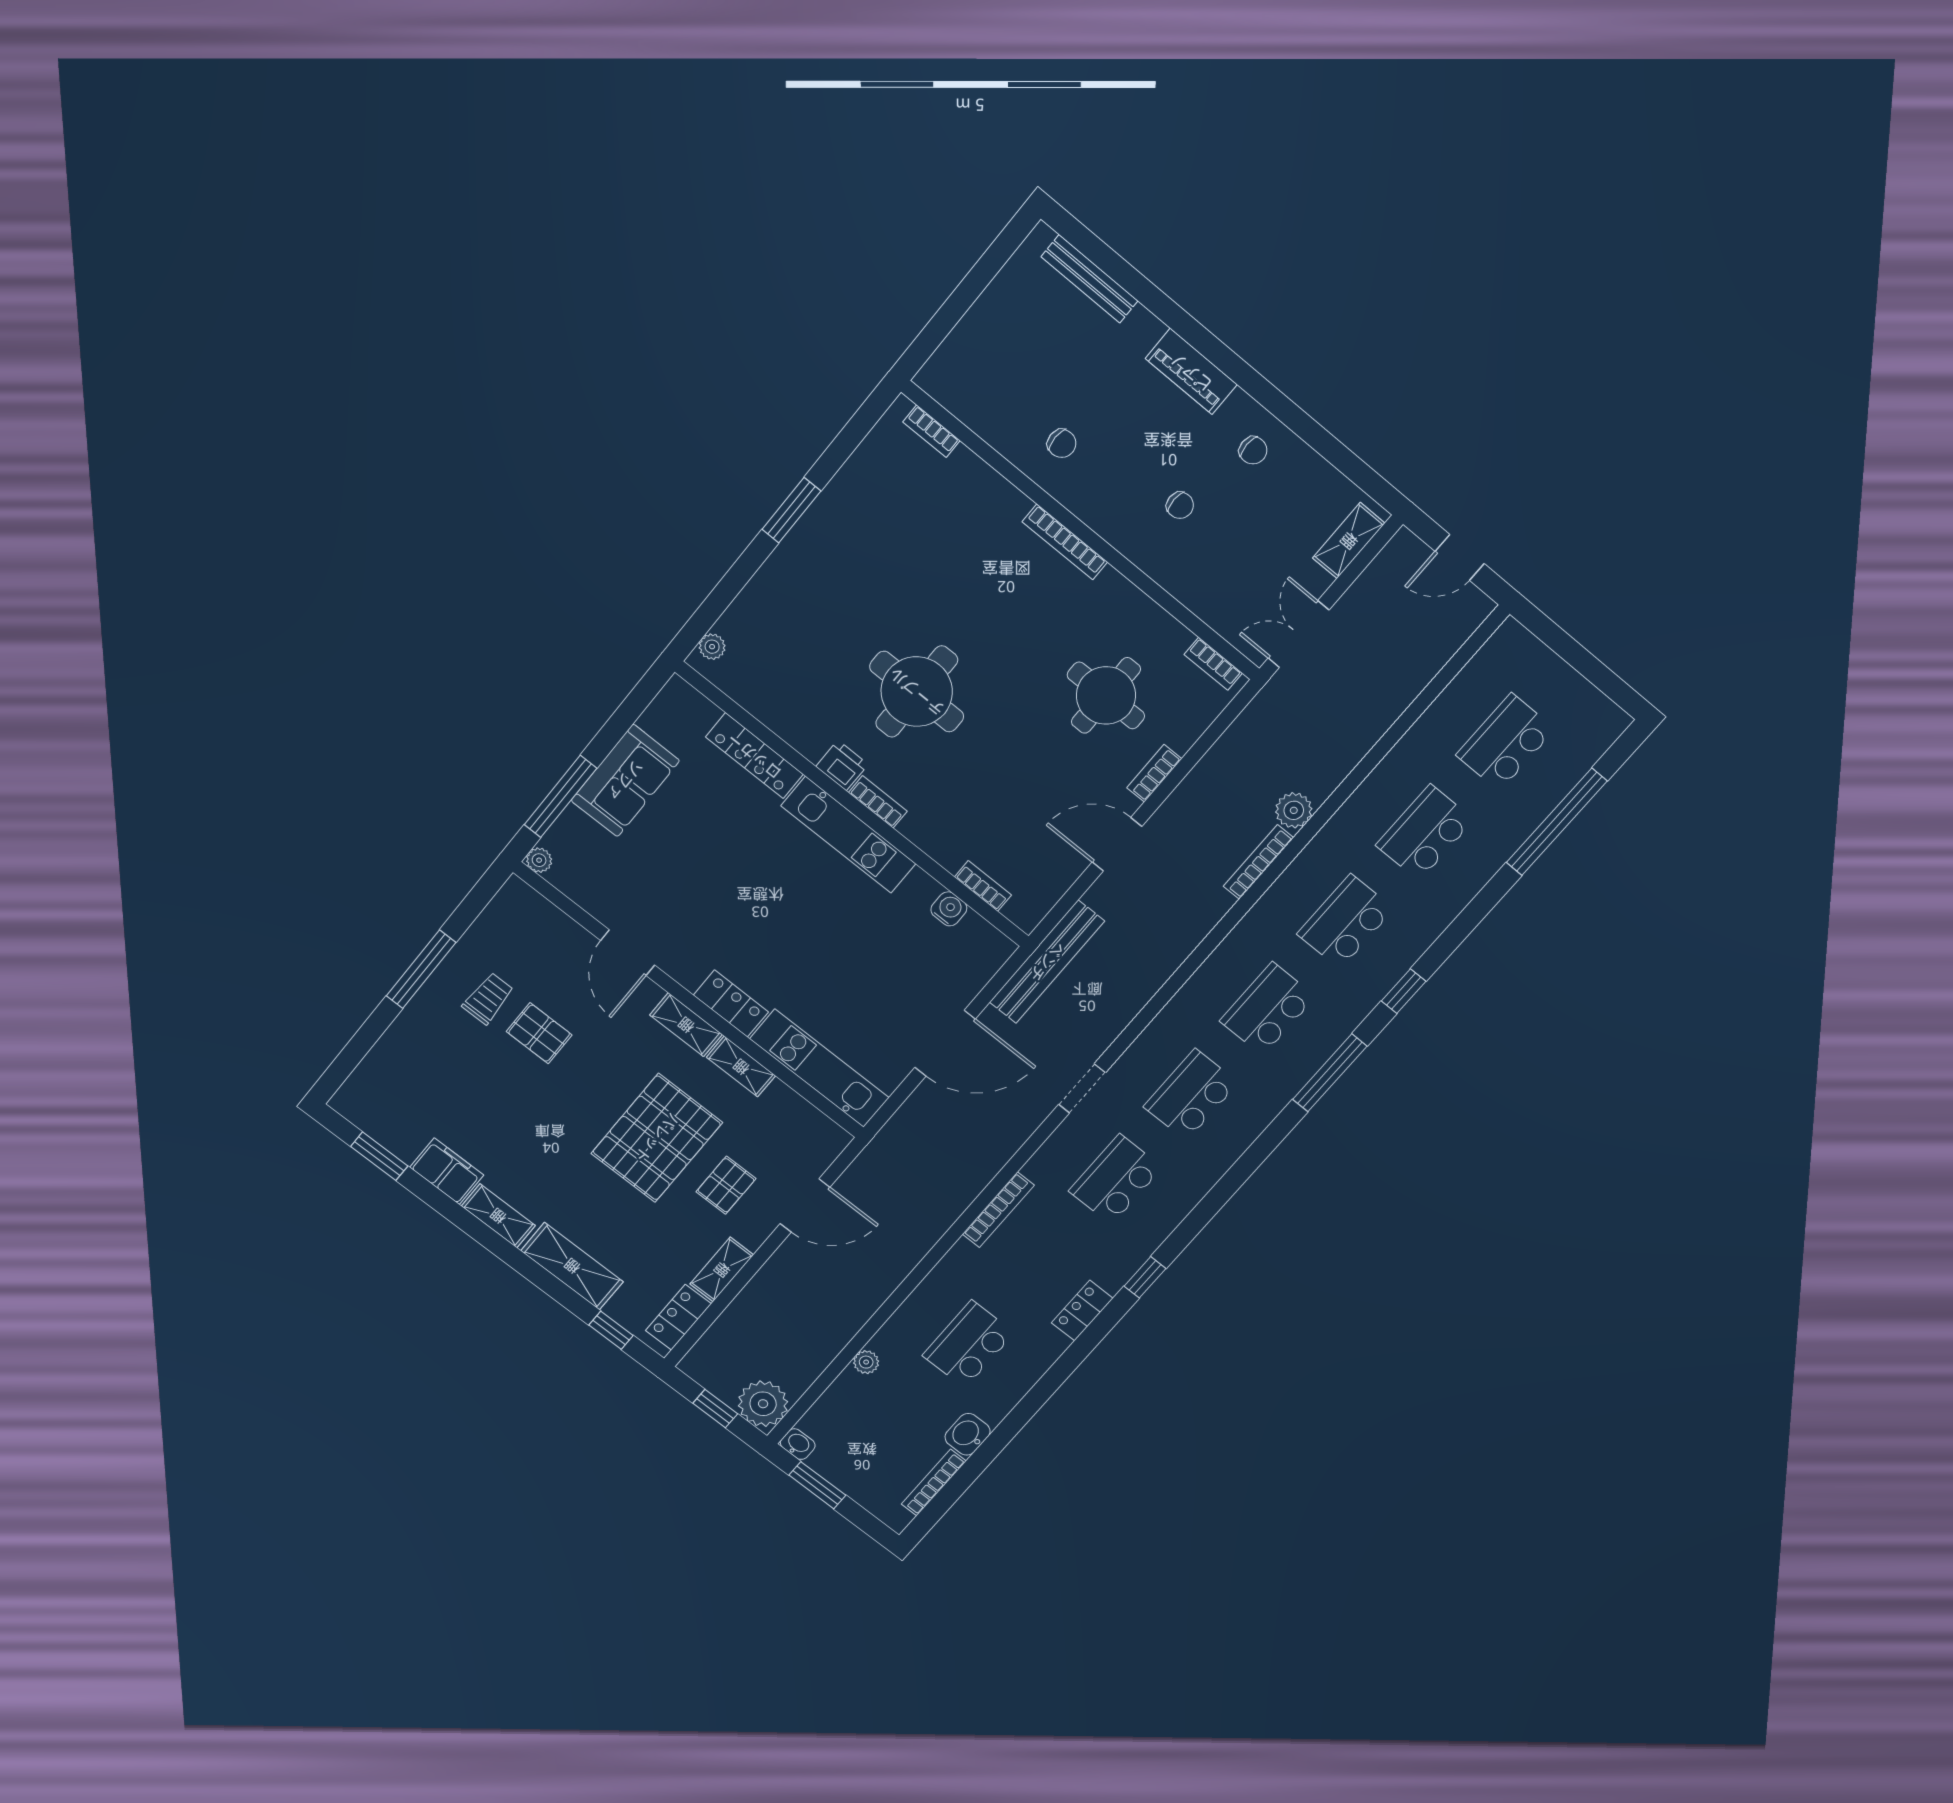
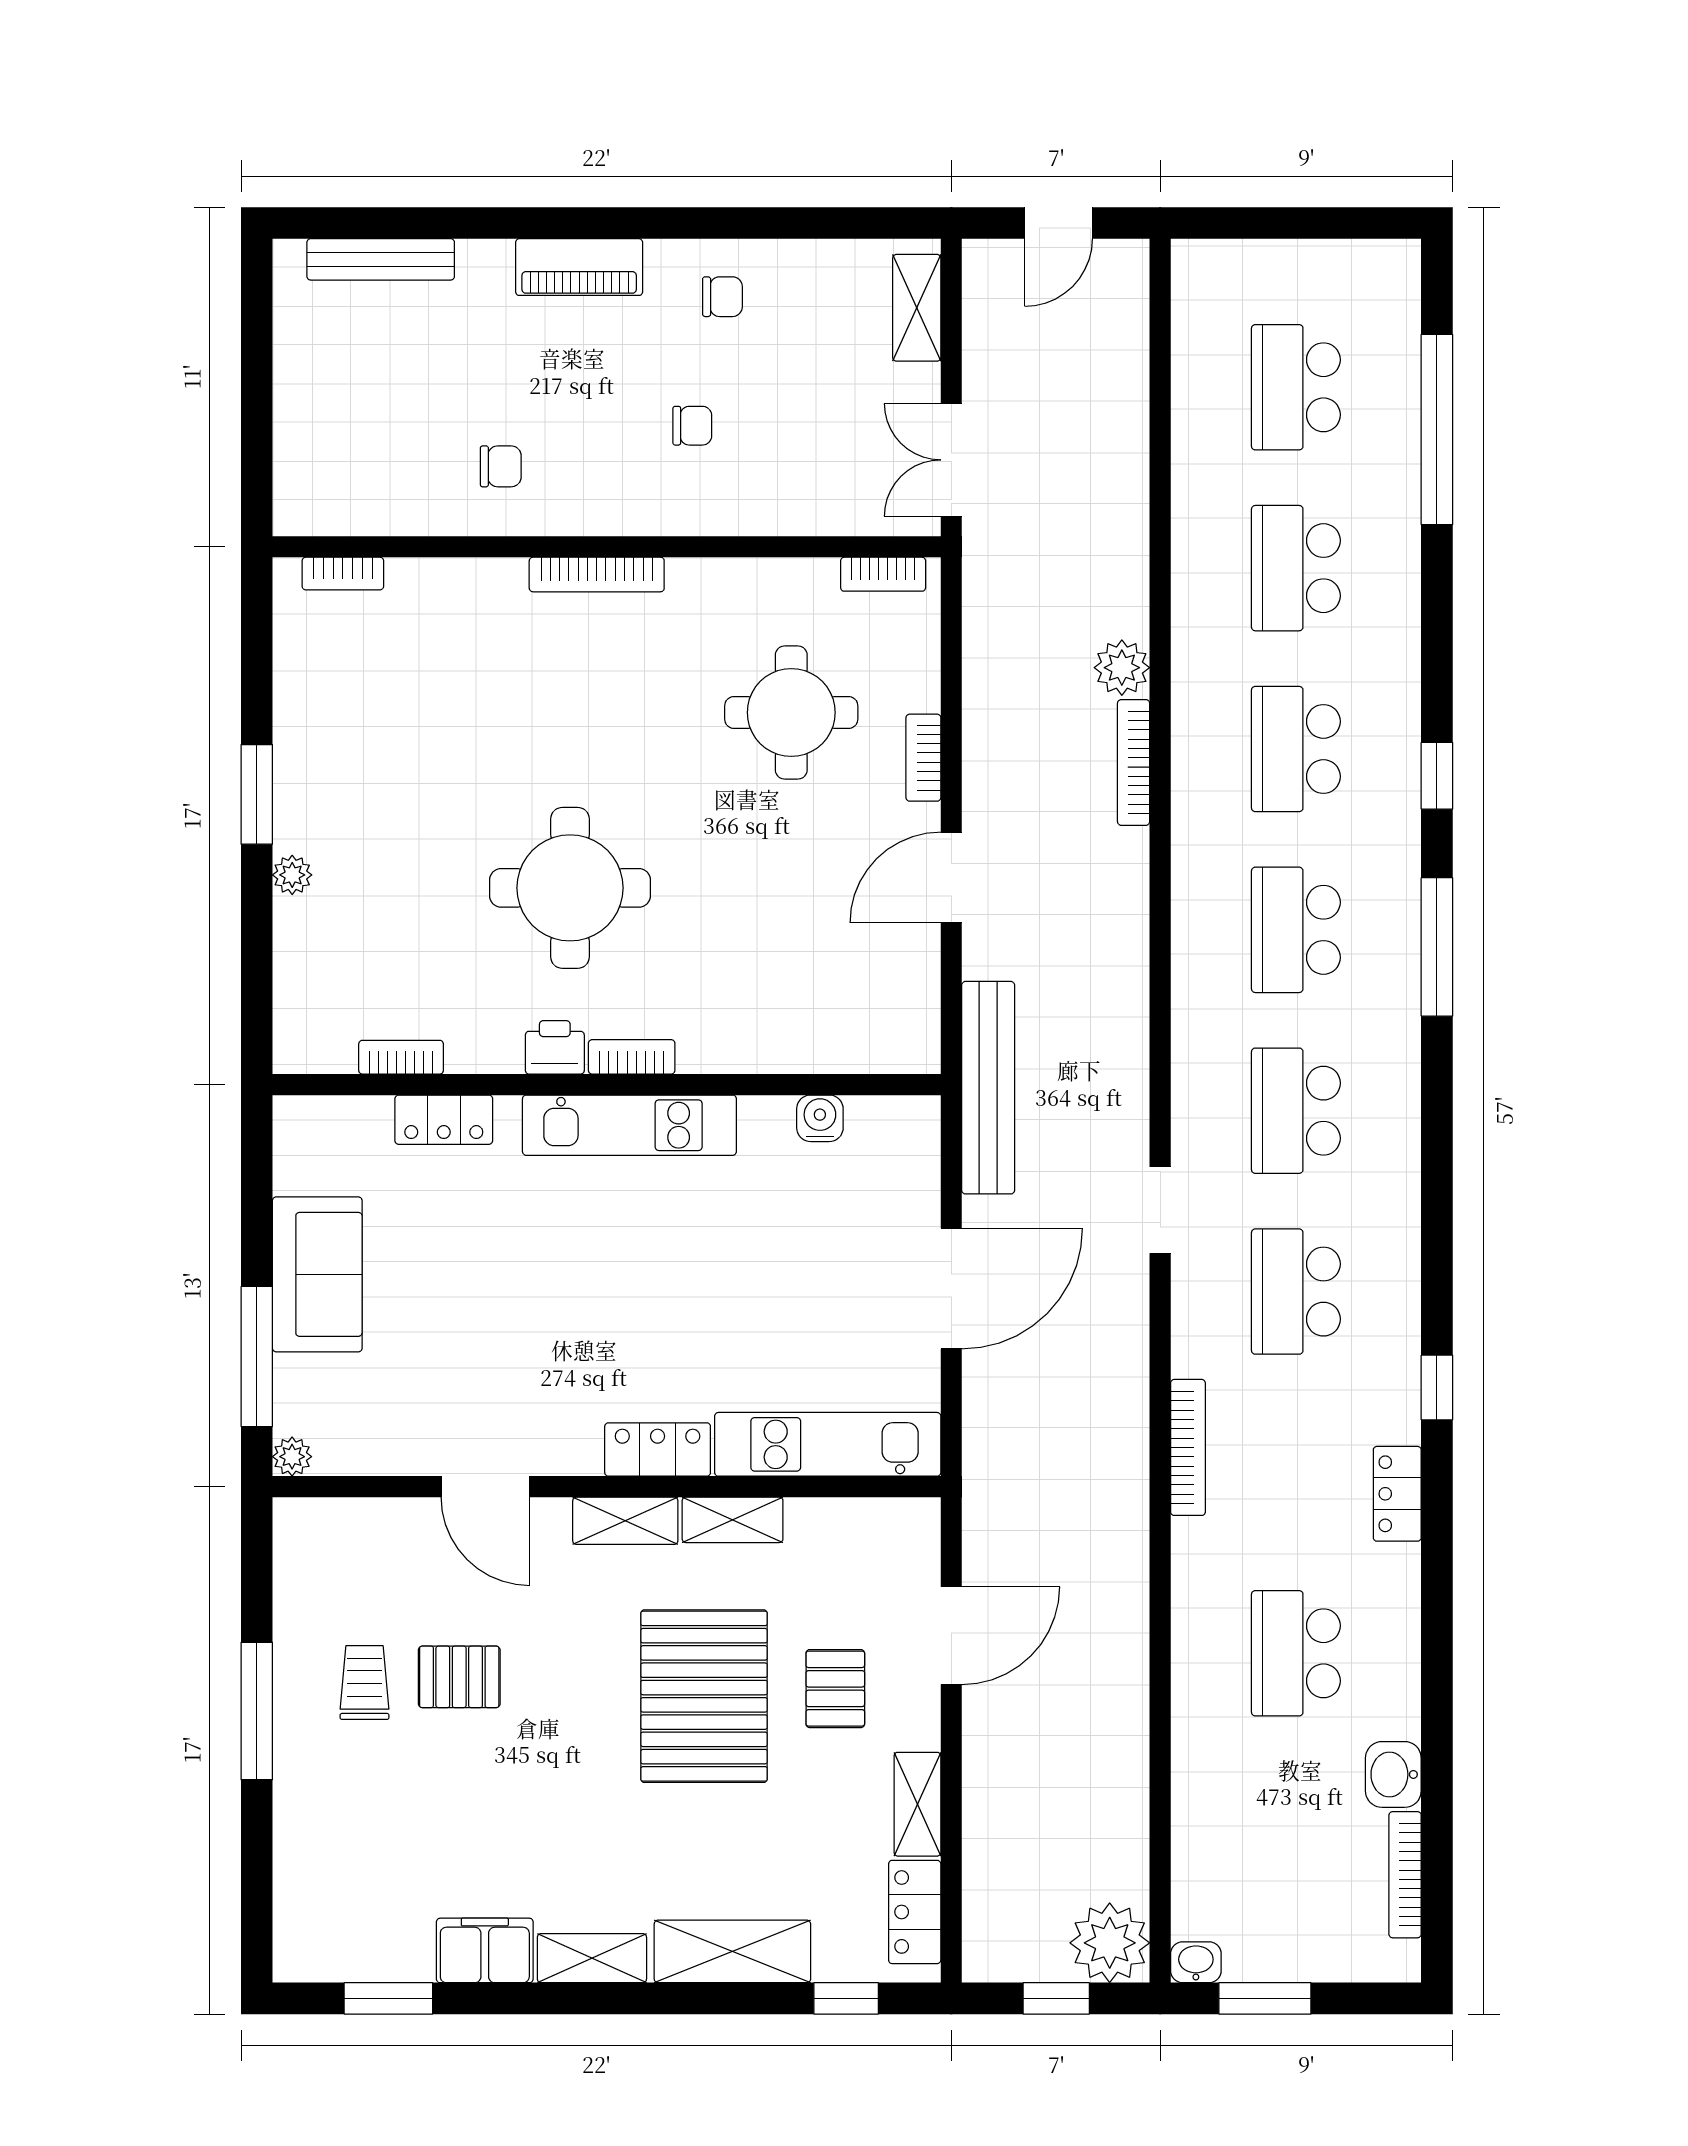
plant: (712, 647) -> (292, 875), moved
locker: (754, 756) -> (444, 1120), width x0.66
bookcase: (983, 886) -> (401, 1057), moved
plant: (866, 1362) -> (1191, 1781), removed

